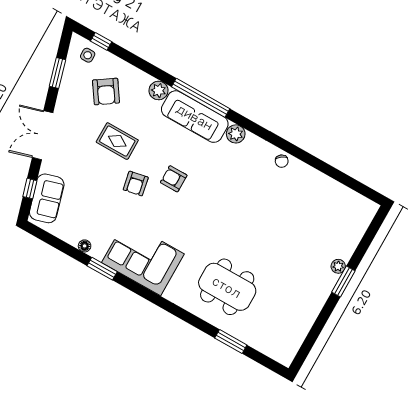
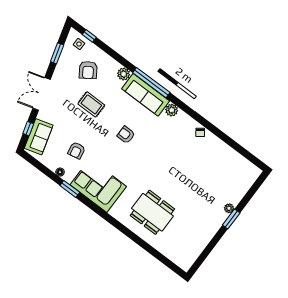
armchair: (136, 184) -> (76, 150), moved
window: (231, 342) -> (150, 249), removed

